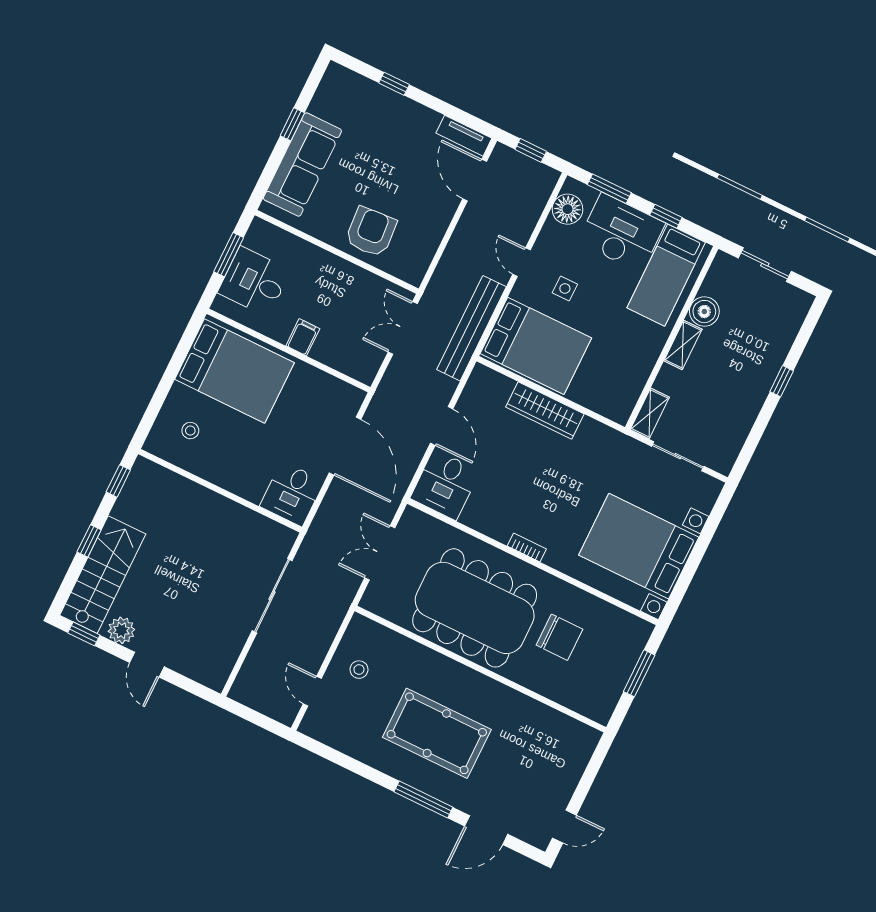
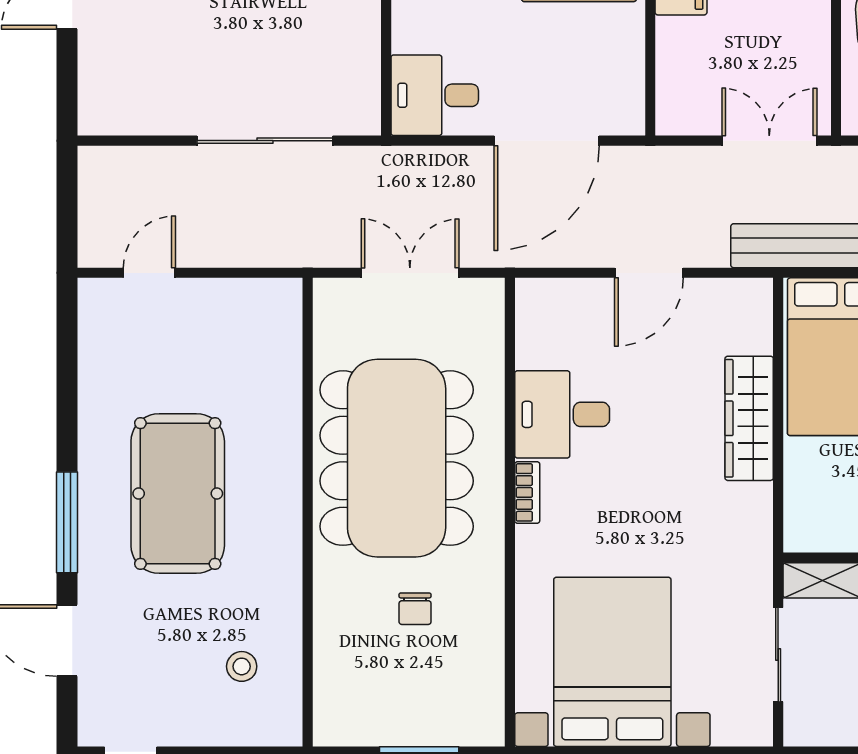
desk: (445, 485) -> (562, 414), moved
chair: (559, 637) -> (415, 609), width x0.54, depth x0.54
stool: (359, 670) -> (242, 666), moved

